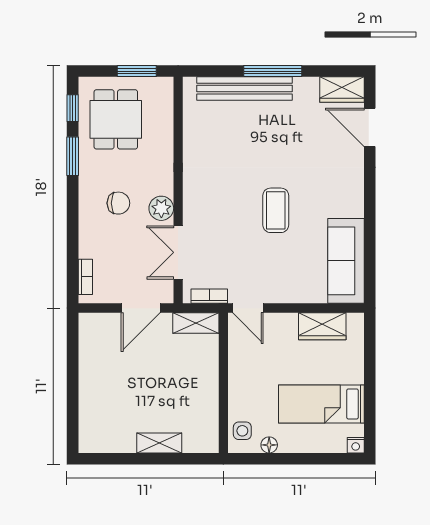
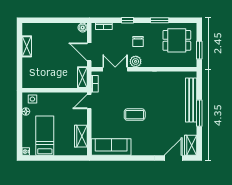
window: (73, 108) -> (128, 20), moved
boiler: (88, 322) -> (83, 28), added
shelving: (159, 443) -> (27, 46), moved

